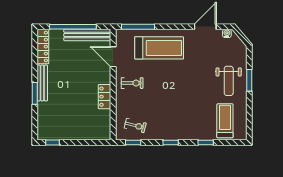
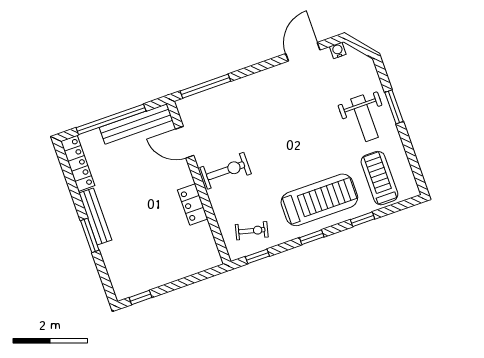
treadmill: (159, 48) -> (319, 200), moved
exercise bike: (132, 83) -> (226, 171), width x1.38, depth x1.39

